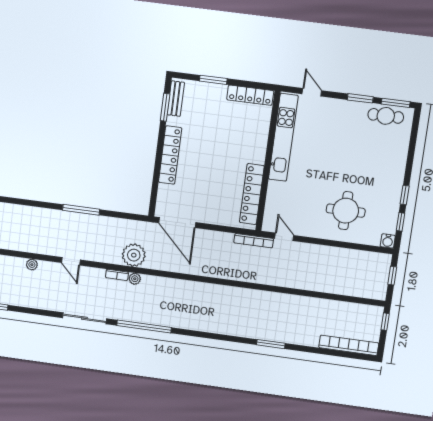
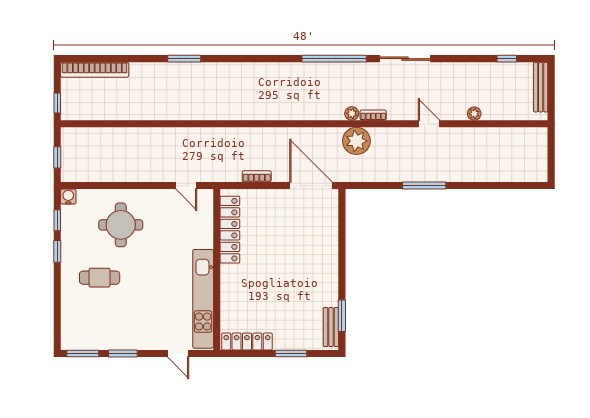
cafe table: (386, 116) -> (100, 278), moved
locker: (170, 155) -> (329, 262), removed
bookcase: (254, 241) -> (257, 176), moved, width x0.64

